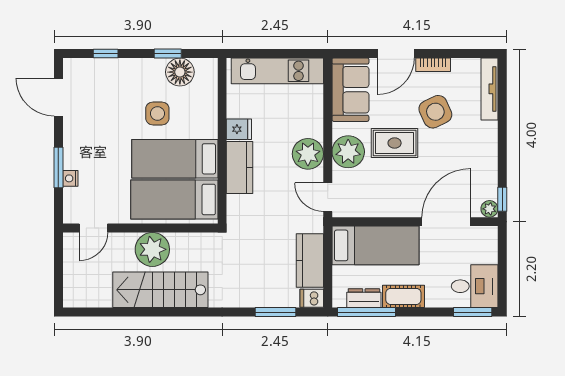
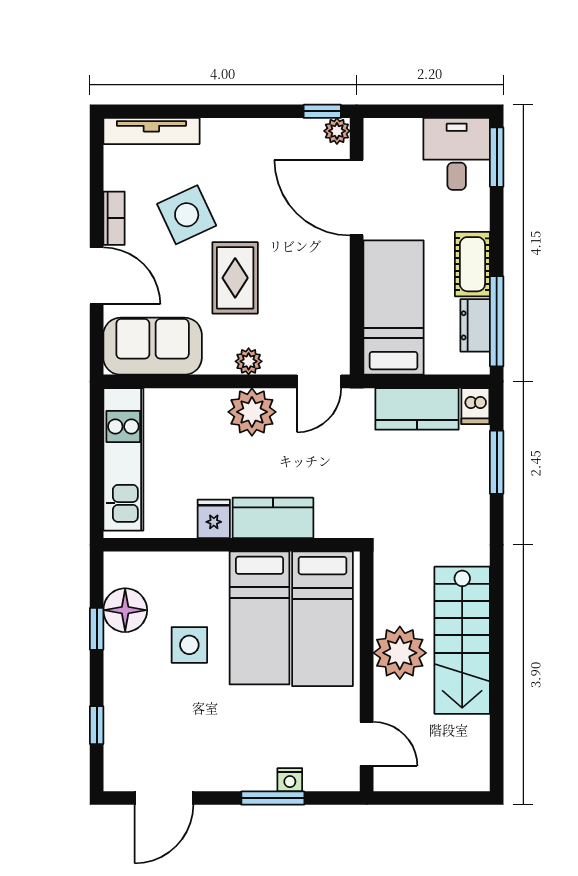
plant: (348, 152) -> (249, 361), width x0.53, depth x0.53

